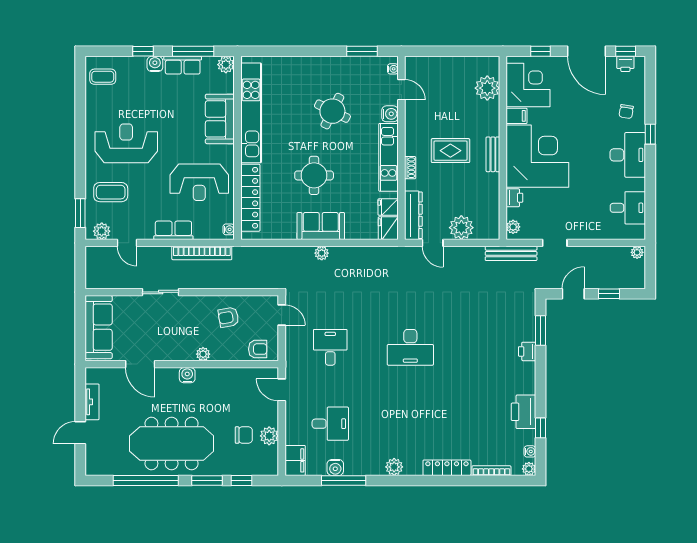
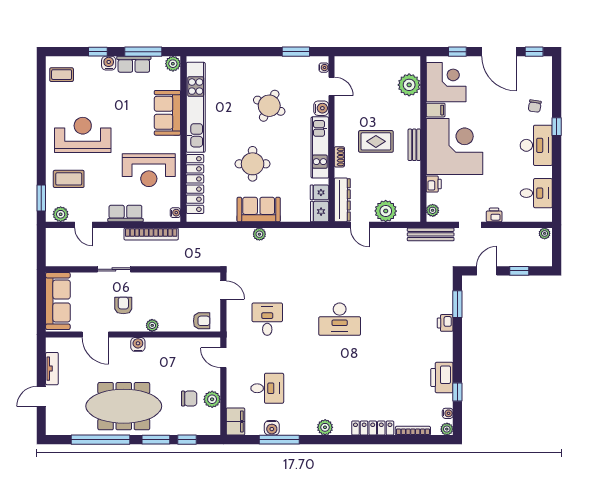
printer: (625, 64) -> (494, 215), moved, turned 180
armchair: (228, 317) -> (123, 305), moved, turned 100

